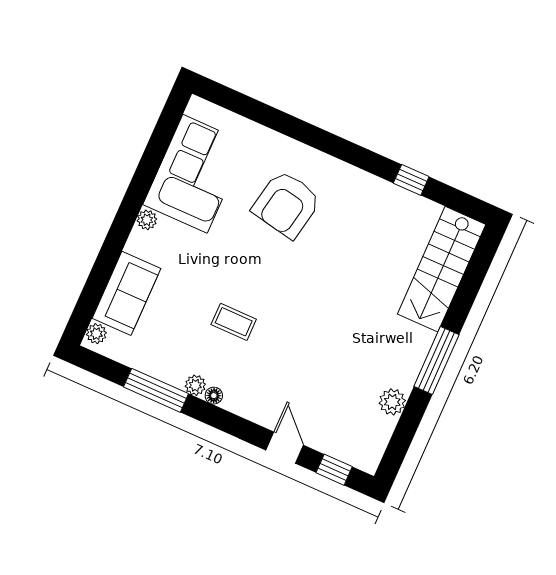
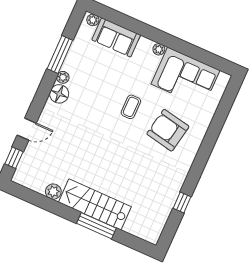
stairs: (442, 269) -> (95, 204), moved
coffee table: (234, 322) -> (131, 107), moved
window: (436, 360) -> (96, 226), moved
floor lamp: (214, 396) -> (59, 94), width x1.89, depth x1.89

